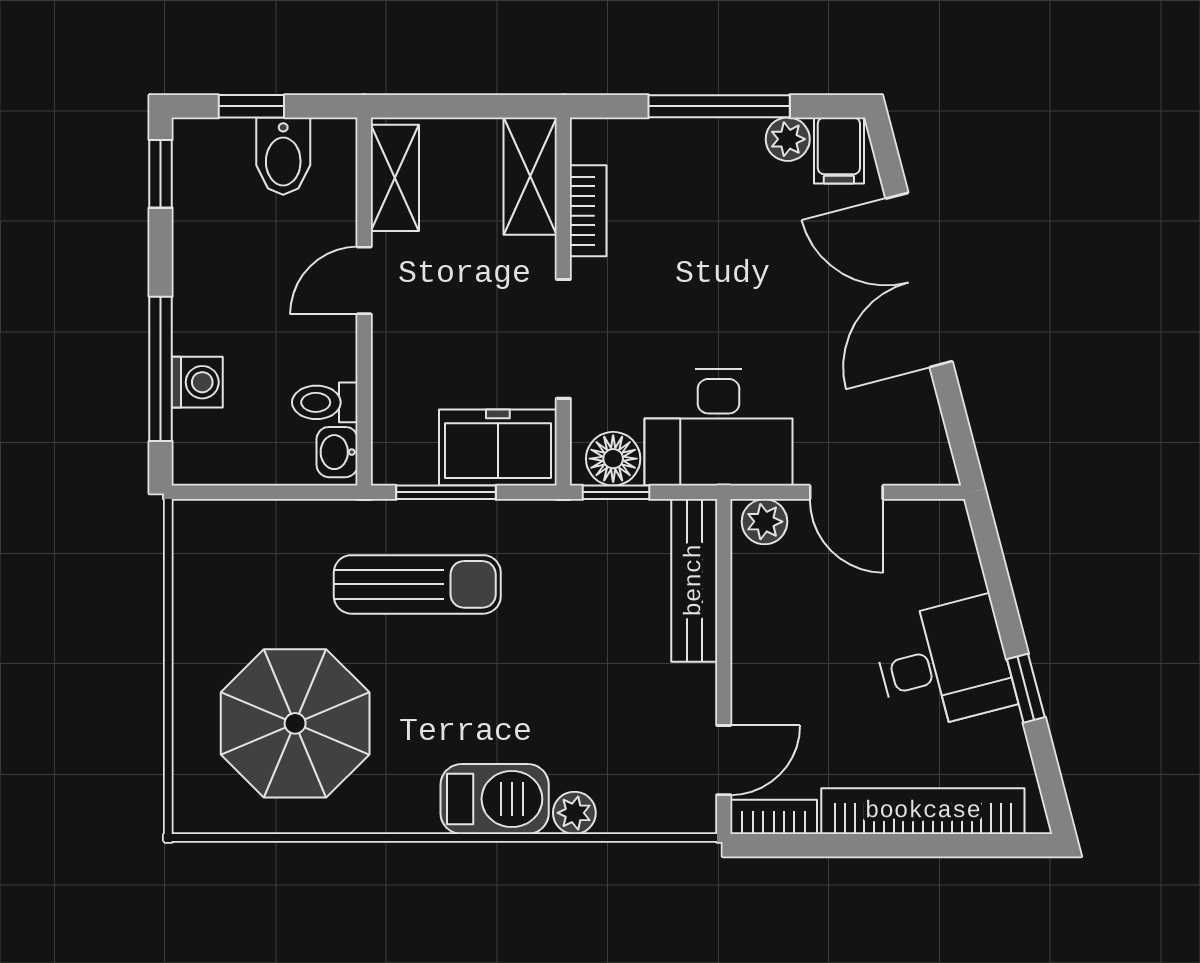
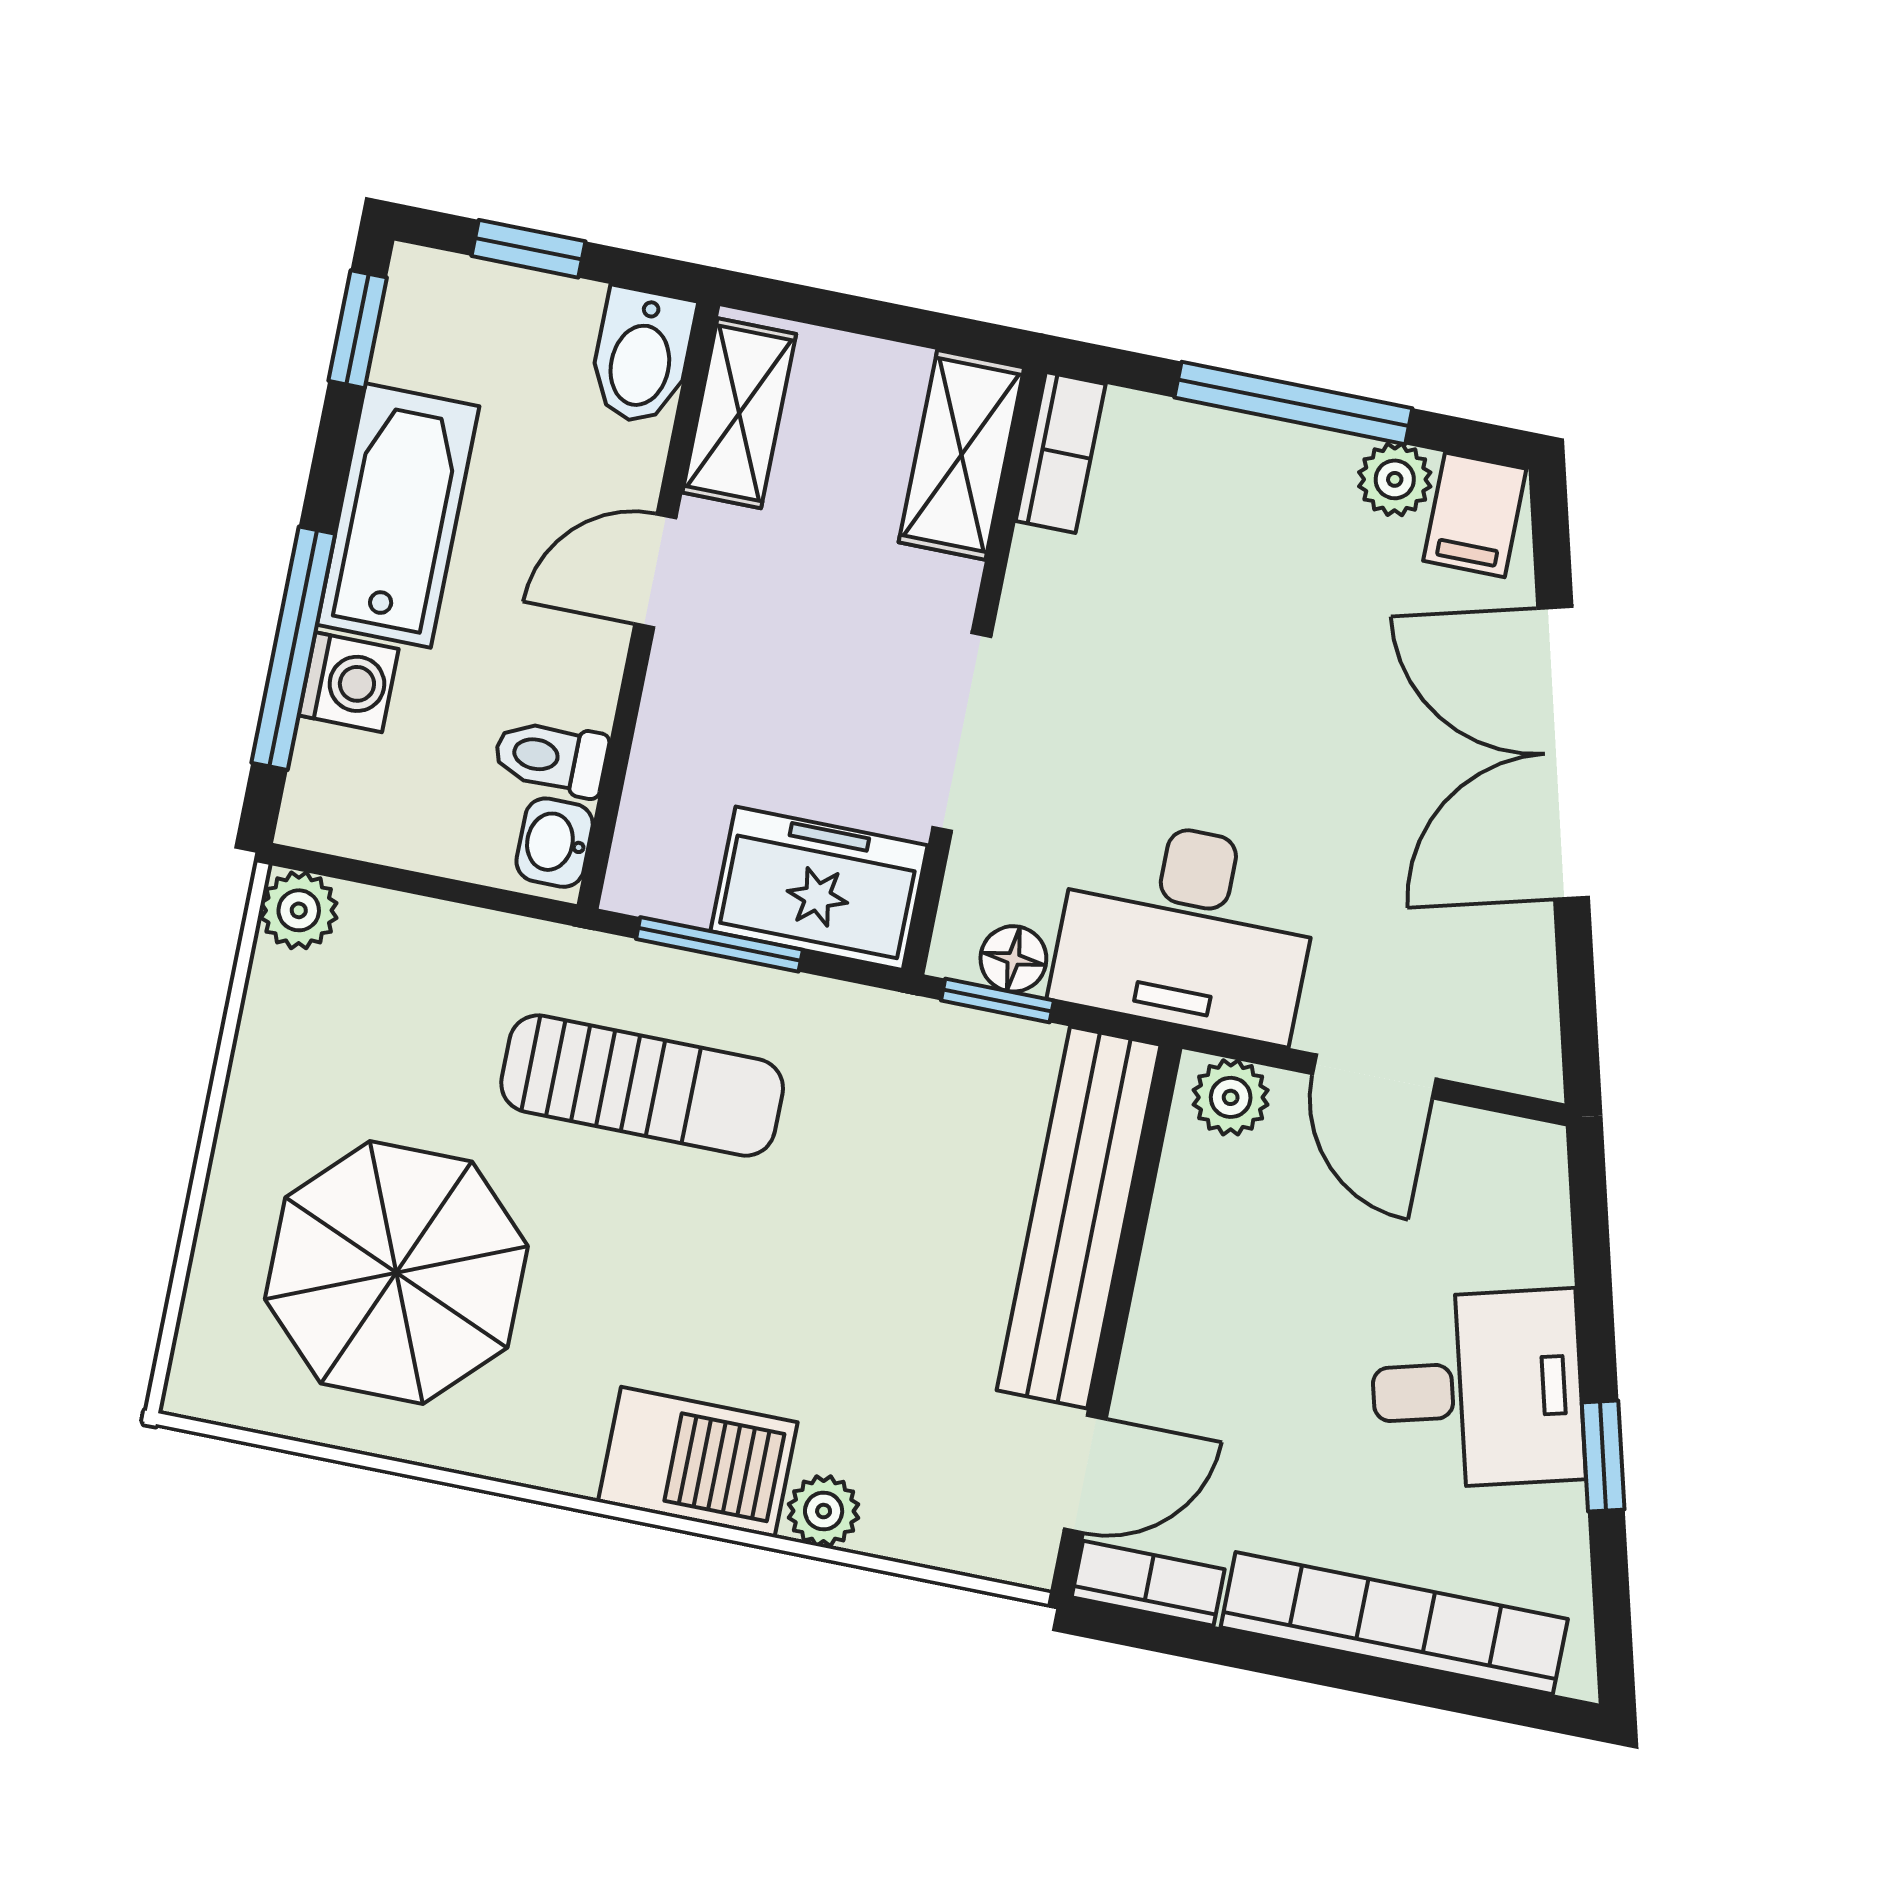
bidet: (283, 156) -> (642, 356), moved
bookcase: (588, 211) -> (1061, 452), moved
bathtub: (206, 278) -> (398, 516), added
floor lamp: (613, 459) -> (1013, 959), width x0.73, depth x0.73
plant: (195, 522) -> (299, 910), added
bench: (694, 580) -> (1079, 1217), width x1.37, depth x1.21

